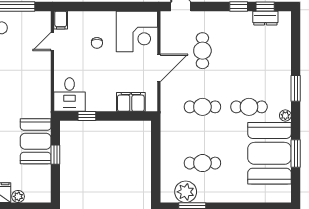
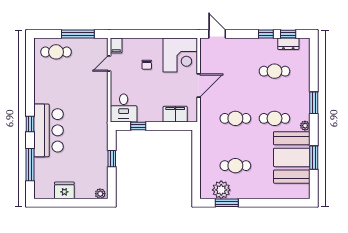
cafe table: (202, 51) -> (274, 71), moved, turned 90
booth: (36, 141) -> (95, 147), removed
plant: (18, 196) -> (100, 194), moved

